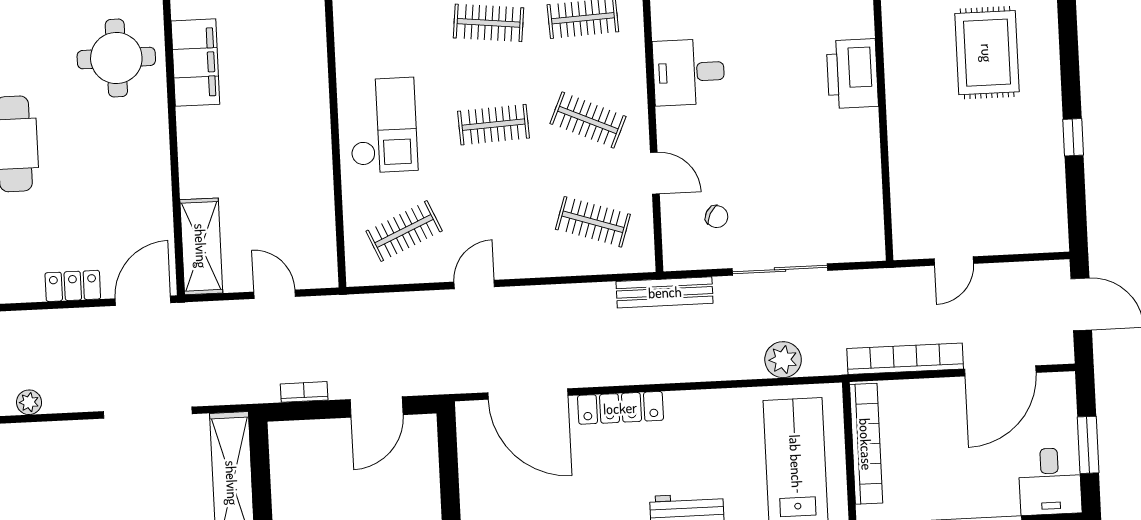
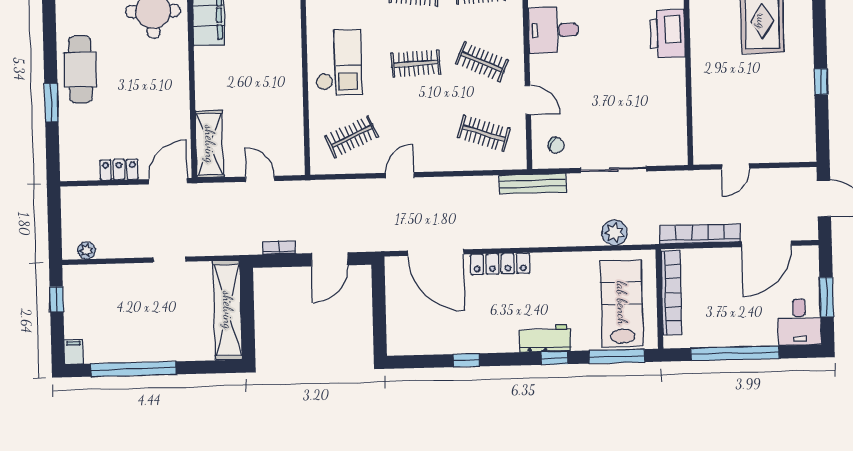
chair: (717, 217) -> (556, 145), moved
doorway: (148, 413) -> (169, 260), width x0.53

